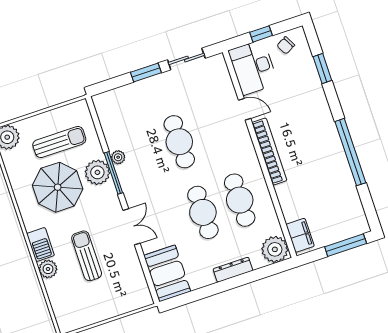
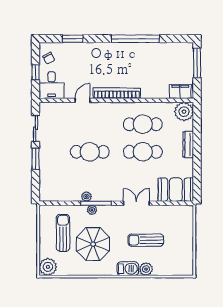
desk: (253, 67) -> (52, 85), width x0.73
plant: (97, 172) -> (92, 210), width x0.53, depth x0.53

